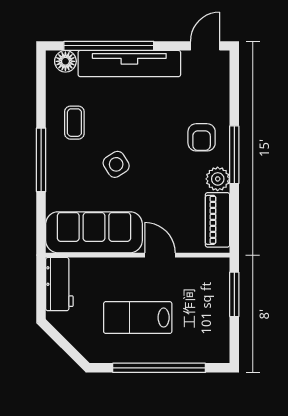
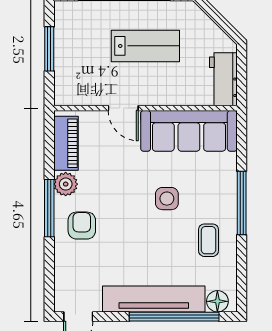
side table: (116, 164) -> (167, 199), turned 32
window: (234, 294) -> (49, 49), moved

